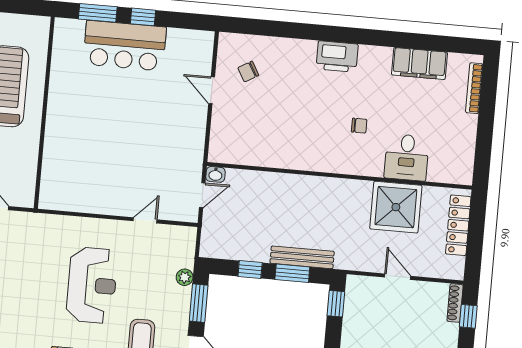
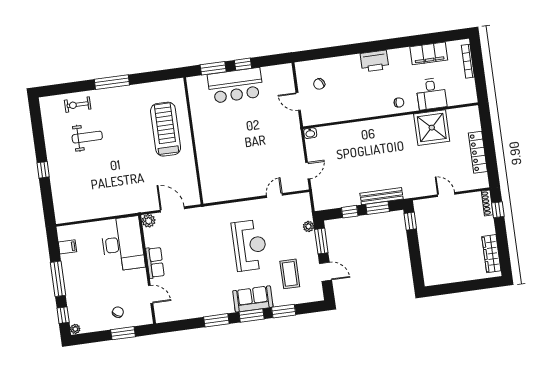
desk: (407, 157) -> (431, 94), moved
washbasin: (215, 174) -> (310, 133), moved
wall: (339, 176) -> (391, 116), moved
shower: (396, 207) -> (432, 128), moved

